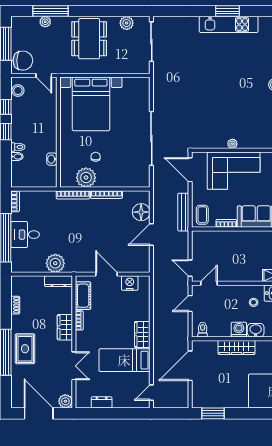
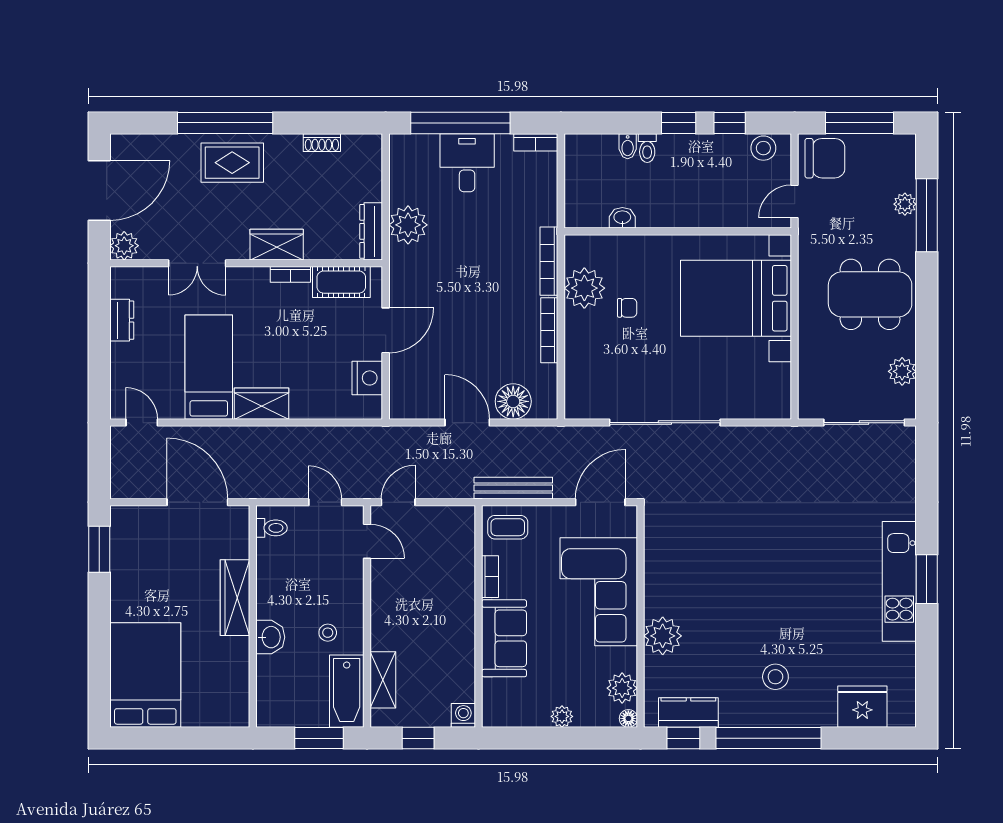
chair: (23, 61) -> (825, 158), turned -91
plant: (232, 144) -> (663, 636), moved, width x1.88, depth x1.88
washing machine: (239, 330) -> (272, 602), removed

